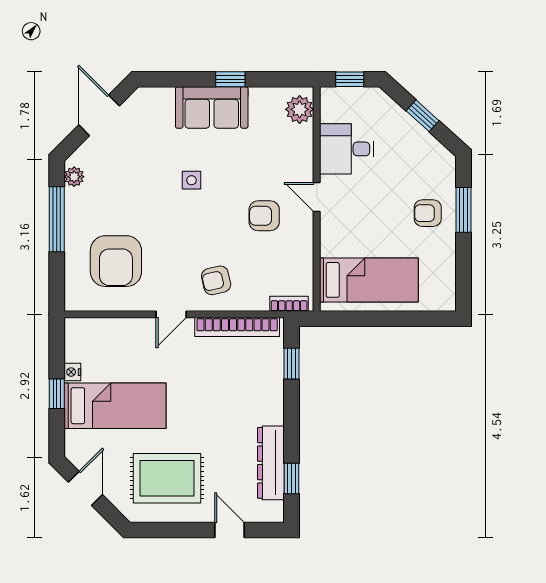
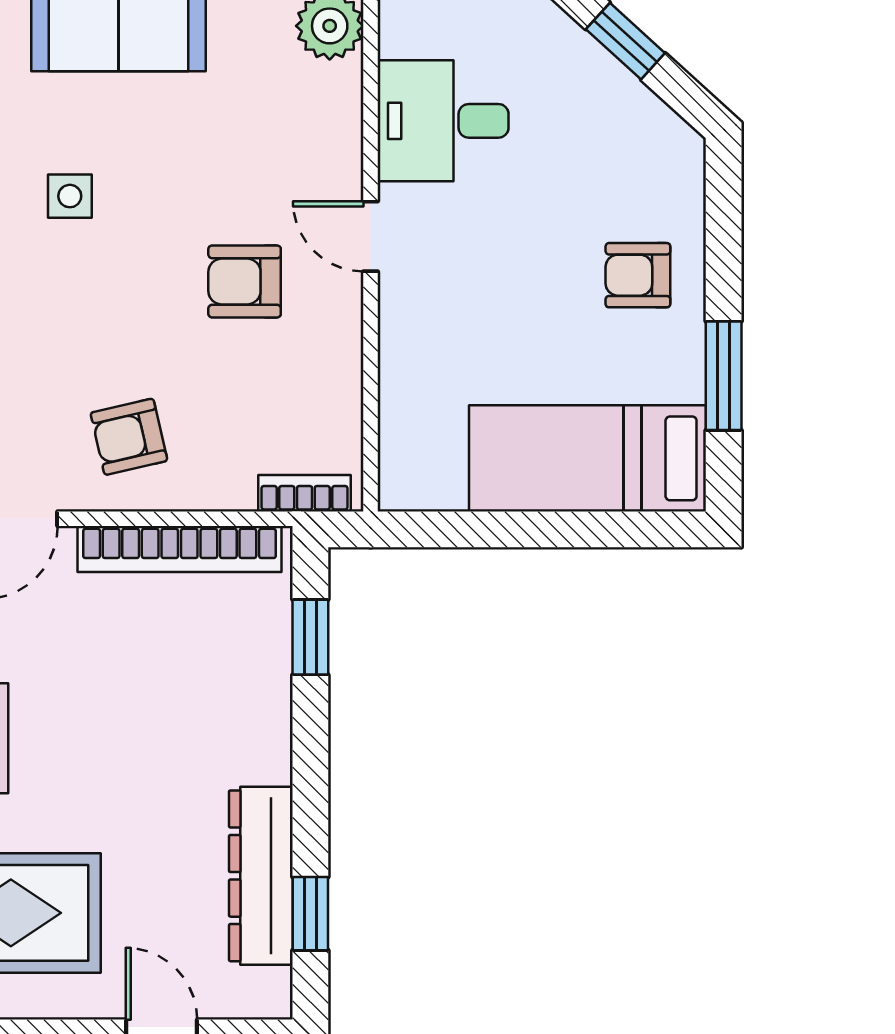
window: (463, 210) -> (724, 376), moved
bed: (369, 280) -> (588, 458), moved, turned 180

